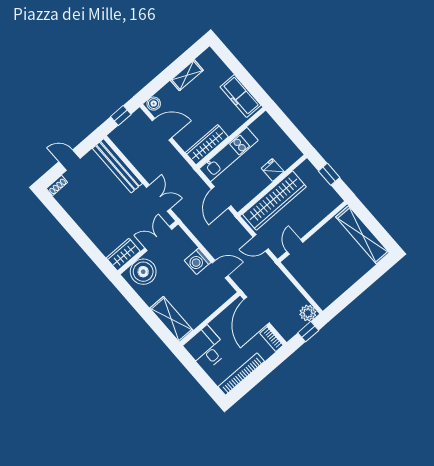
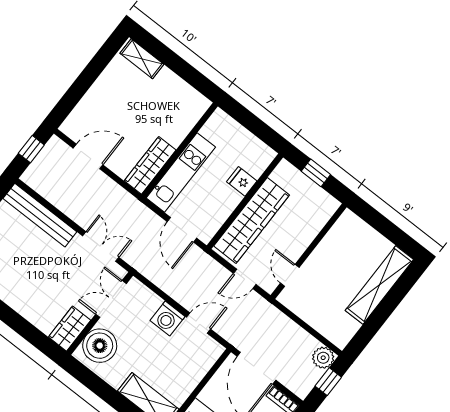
shelving: (187, 75) -> (142, 59), moved, turned 90
freezer: (240, 96) -> (181, 94), removed
boiler: (154, 104) -> (71, 125), removed
shelving: (363, 235) -> (379, 285), moved, turned 90

